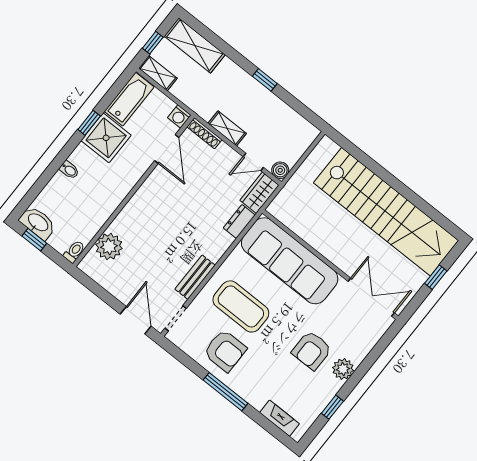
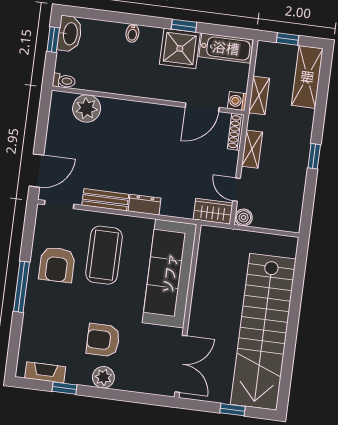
shelving: (158, 73) -> (259, 95), moved
dresser: (239, 222) -> (145, 205), moved
fireplace: (280, 418) -> (45, 372), moved, turned -90

